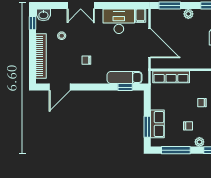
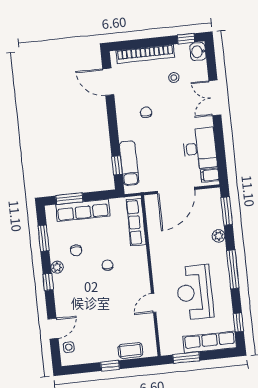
row of seats: (157, 124) -> (83, 210), width x1.48
window: (176, 150) -> (43, 238), width x0.69

